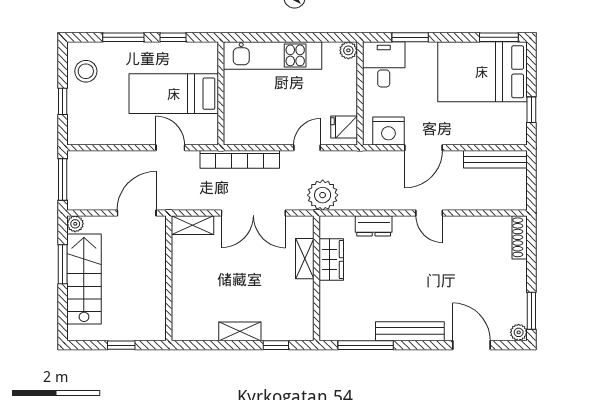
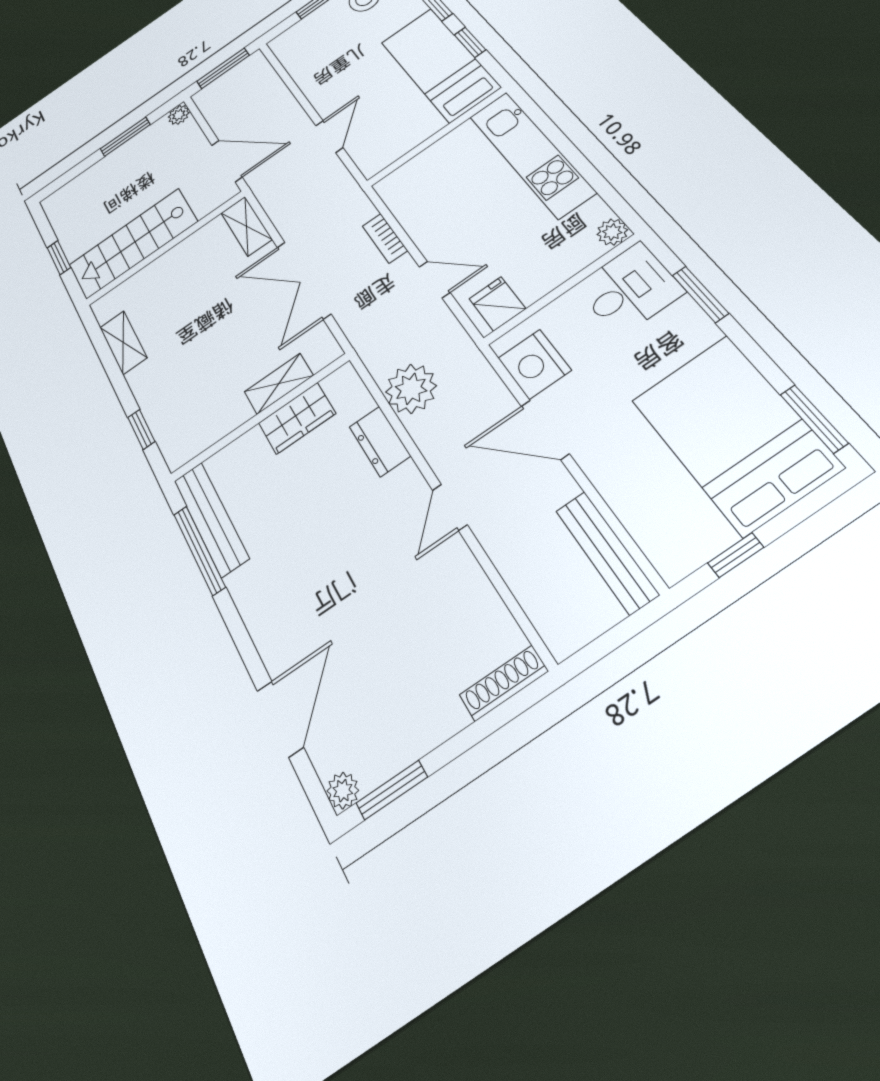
bed: (174, 94) -> (440, 64), moved
bookcase: (240, 159) -> (385, 238), width x0.43, depth x0.76
plant: (323, 195) -> (411, 389), moved
stairs: (84, 279) -> (133, 243), moved, turned 180
shelving: (240, 331) -> (123, 343), moved
bench: (410, 331) -> (211, 519), moved

